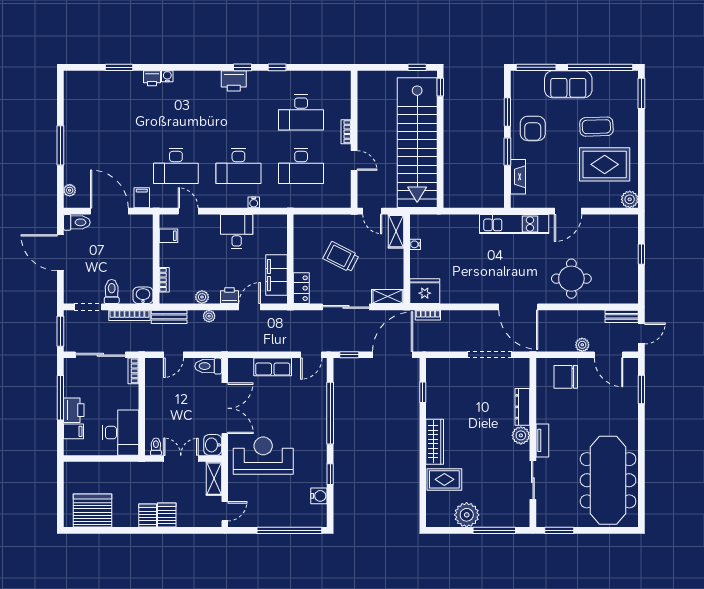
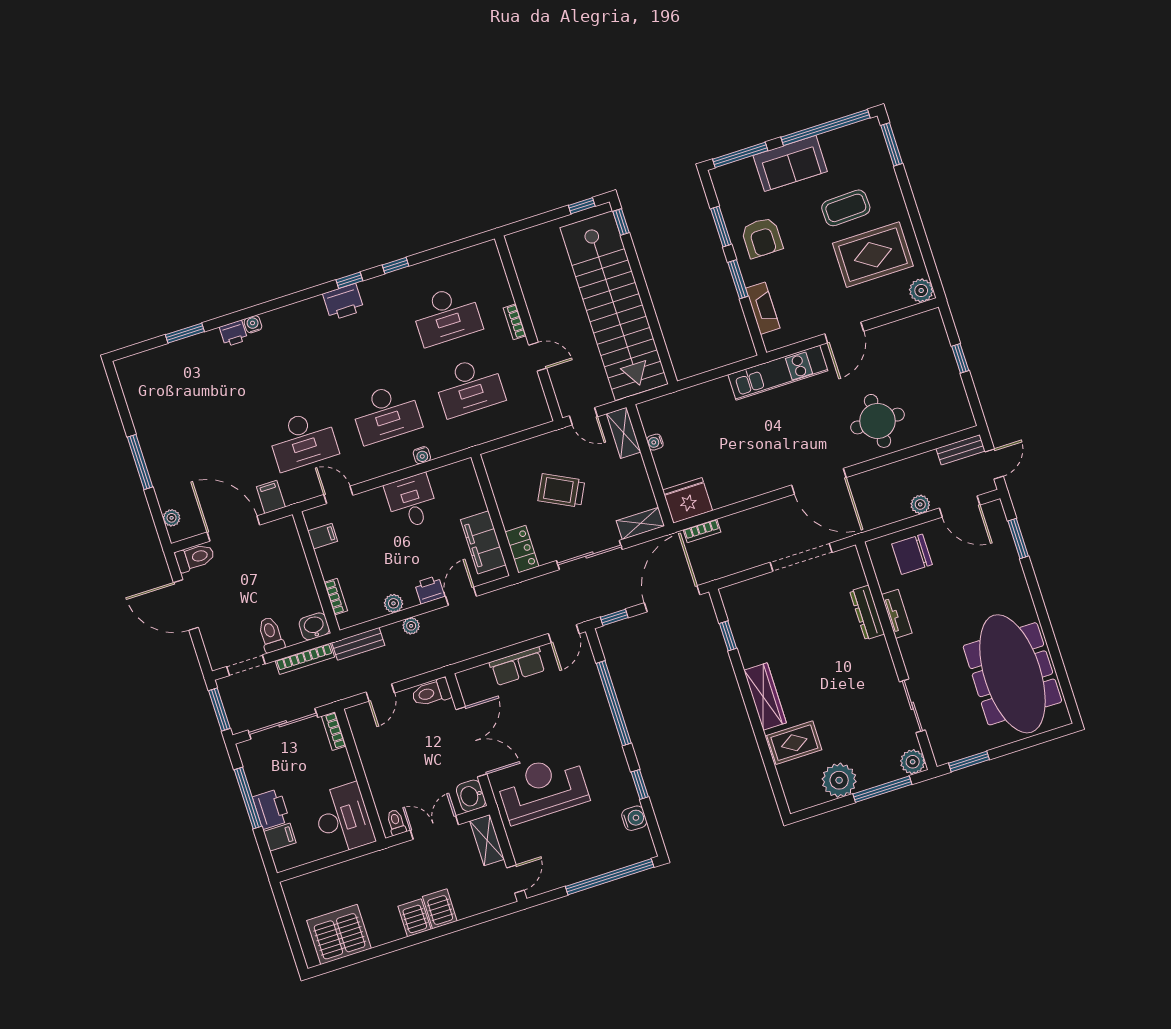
plant: (521, 435) -> (913, 762), moved
tv unit: (542, 440) -> (897, 614), moved

